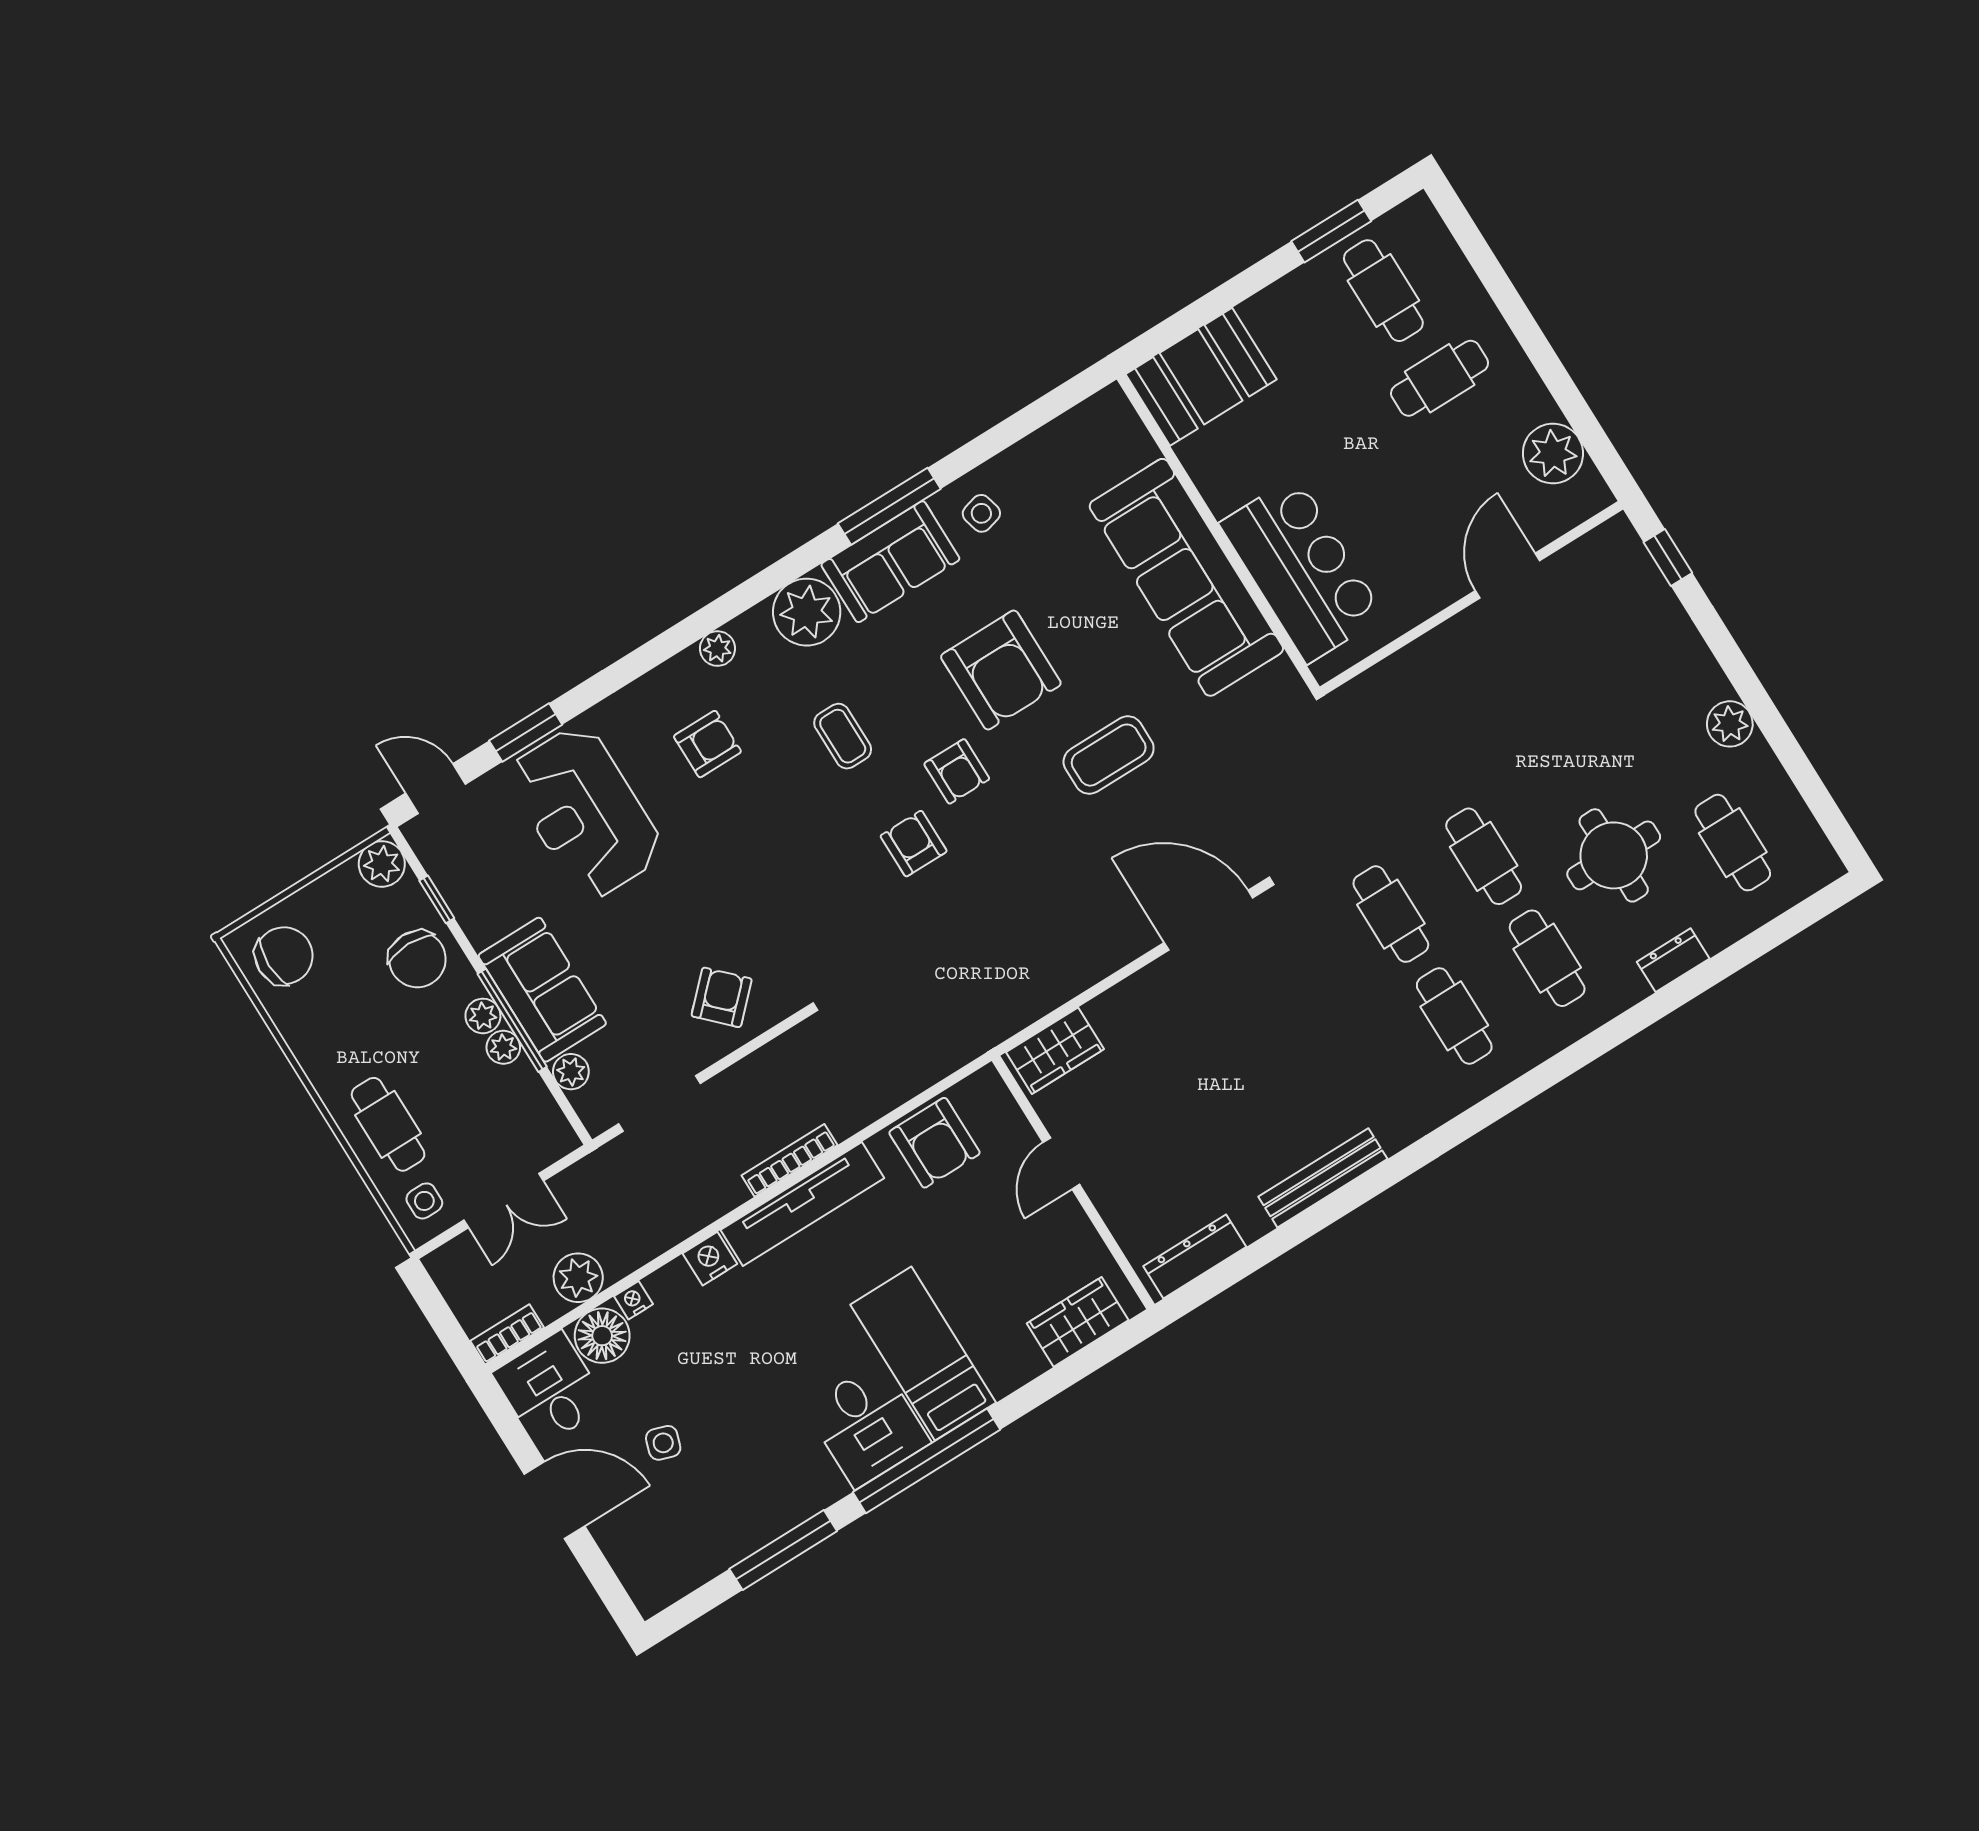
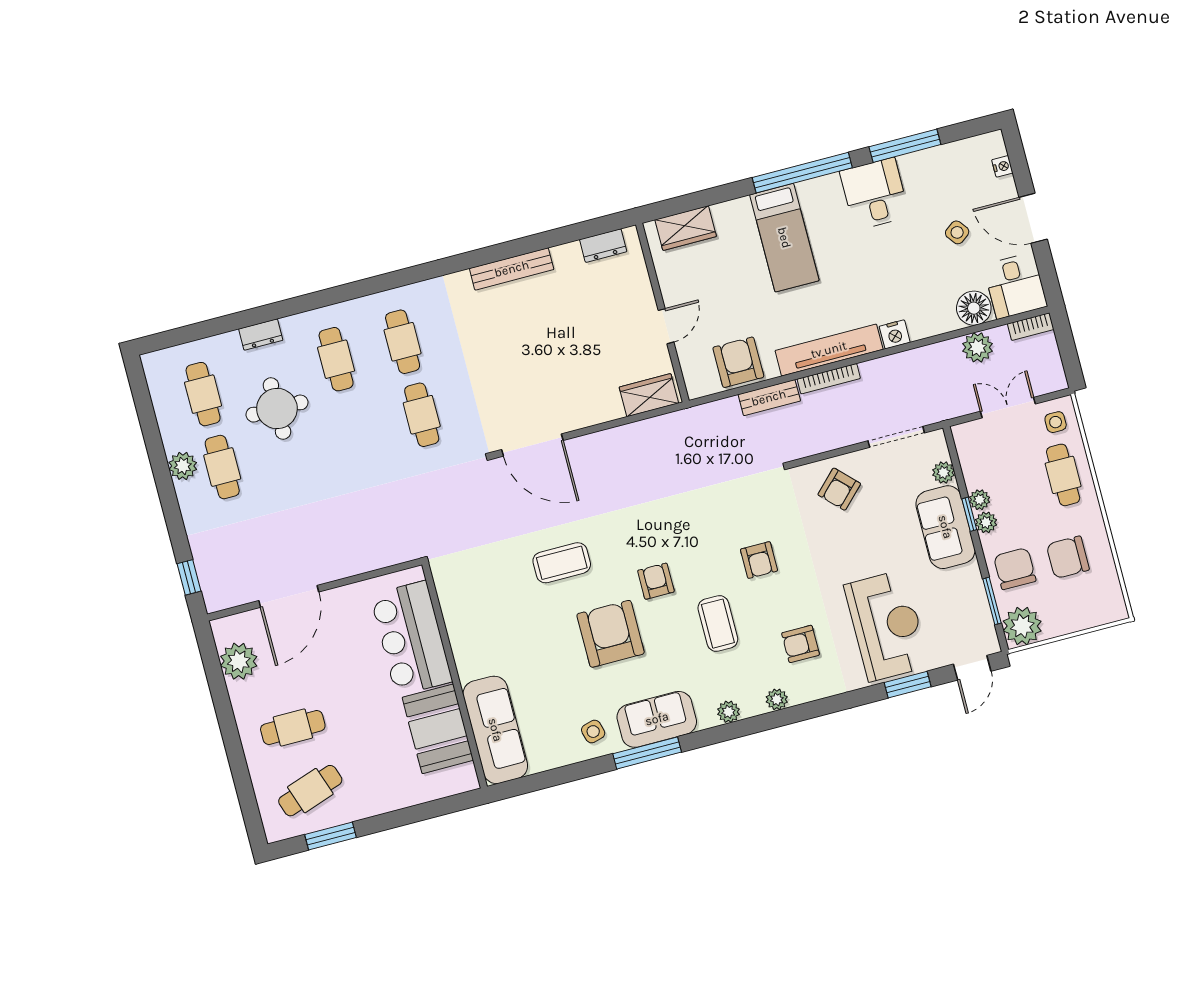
cafe table: (1383, 291) -> (310, 791), turned 71
booth: (1201, 377) -> (438, 729), moved, turned 90
door: (1508, 576) -> (289, 596), width x1.36
sofa: (1186, 577) -> (495, 730), moved, width x0.74, depth x0.79
plant: (807, 612) -> (728, 712), width x0.53, depth x0.53
coffee table: (843, 736) -> (718, 624), width x1.36, depth x1.30
door: (435, 789) -> (972, 668), hinge flipped
armchair: (914, 844) -> (759, 560), moved
cafe table: (1484, 856) -> (222, 467), moved
plant: (382, 864) -> (1022, 626), width x1.36, depth x1.36
window: (437, 899) -> (992, 601), width x1.50
chair: (284, 956) -> (1068, 557), moved
window: (512, 1020) -> (969, 514), width x0.46
bench: (871, 1103) -> (769, 398), added
dresser: (1195, 1256) -> (603, 246), width x0.70
nightstand: (633, 1300) -> (1002, 166), moved, turned -90
desk: (867, 1425) -> (875, 194), moved
side table: (663, 1443) -> (957, 232), turned 35

